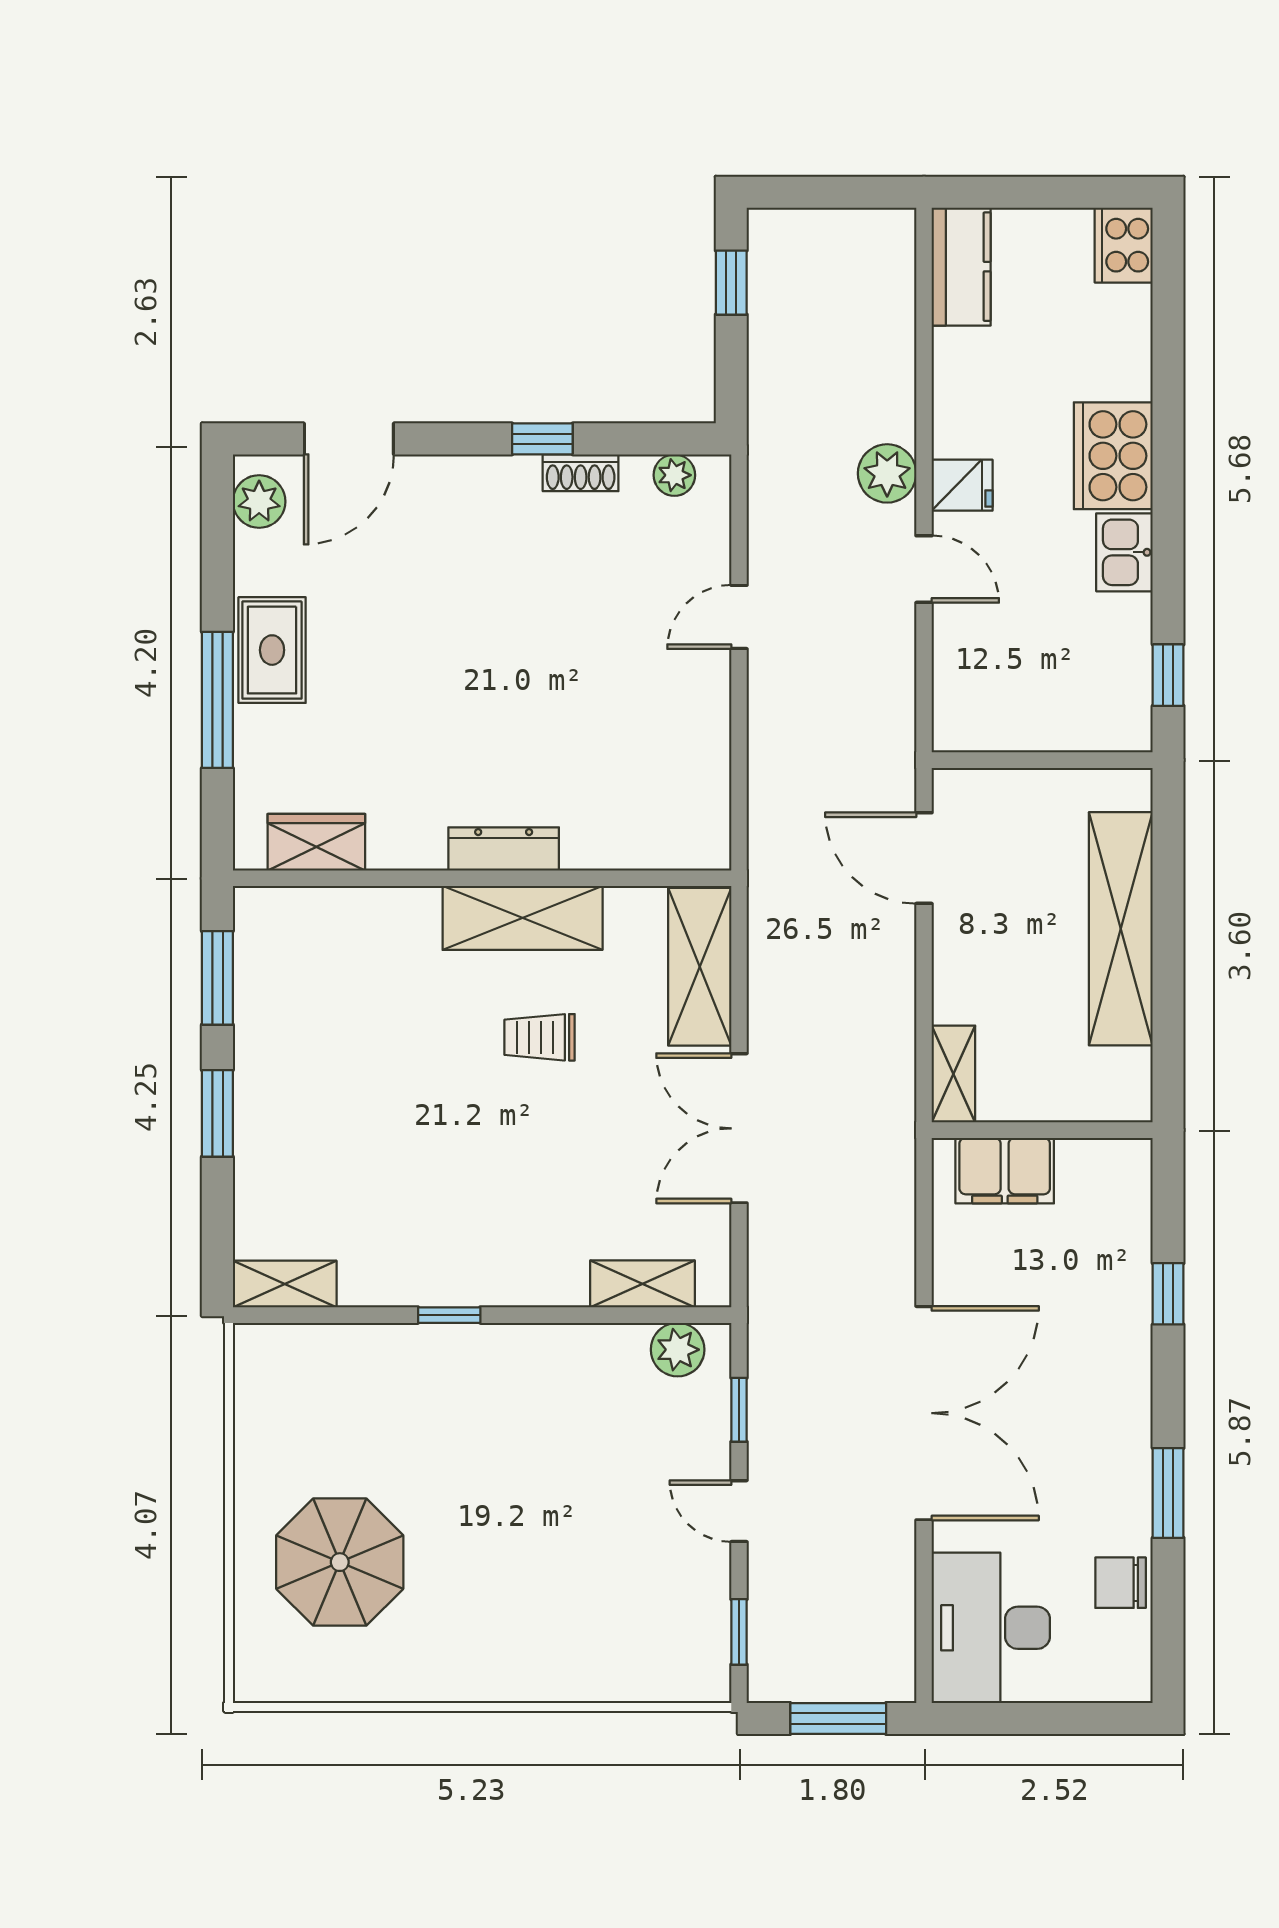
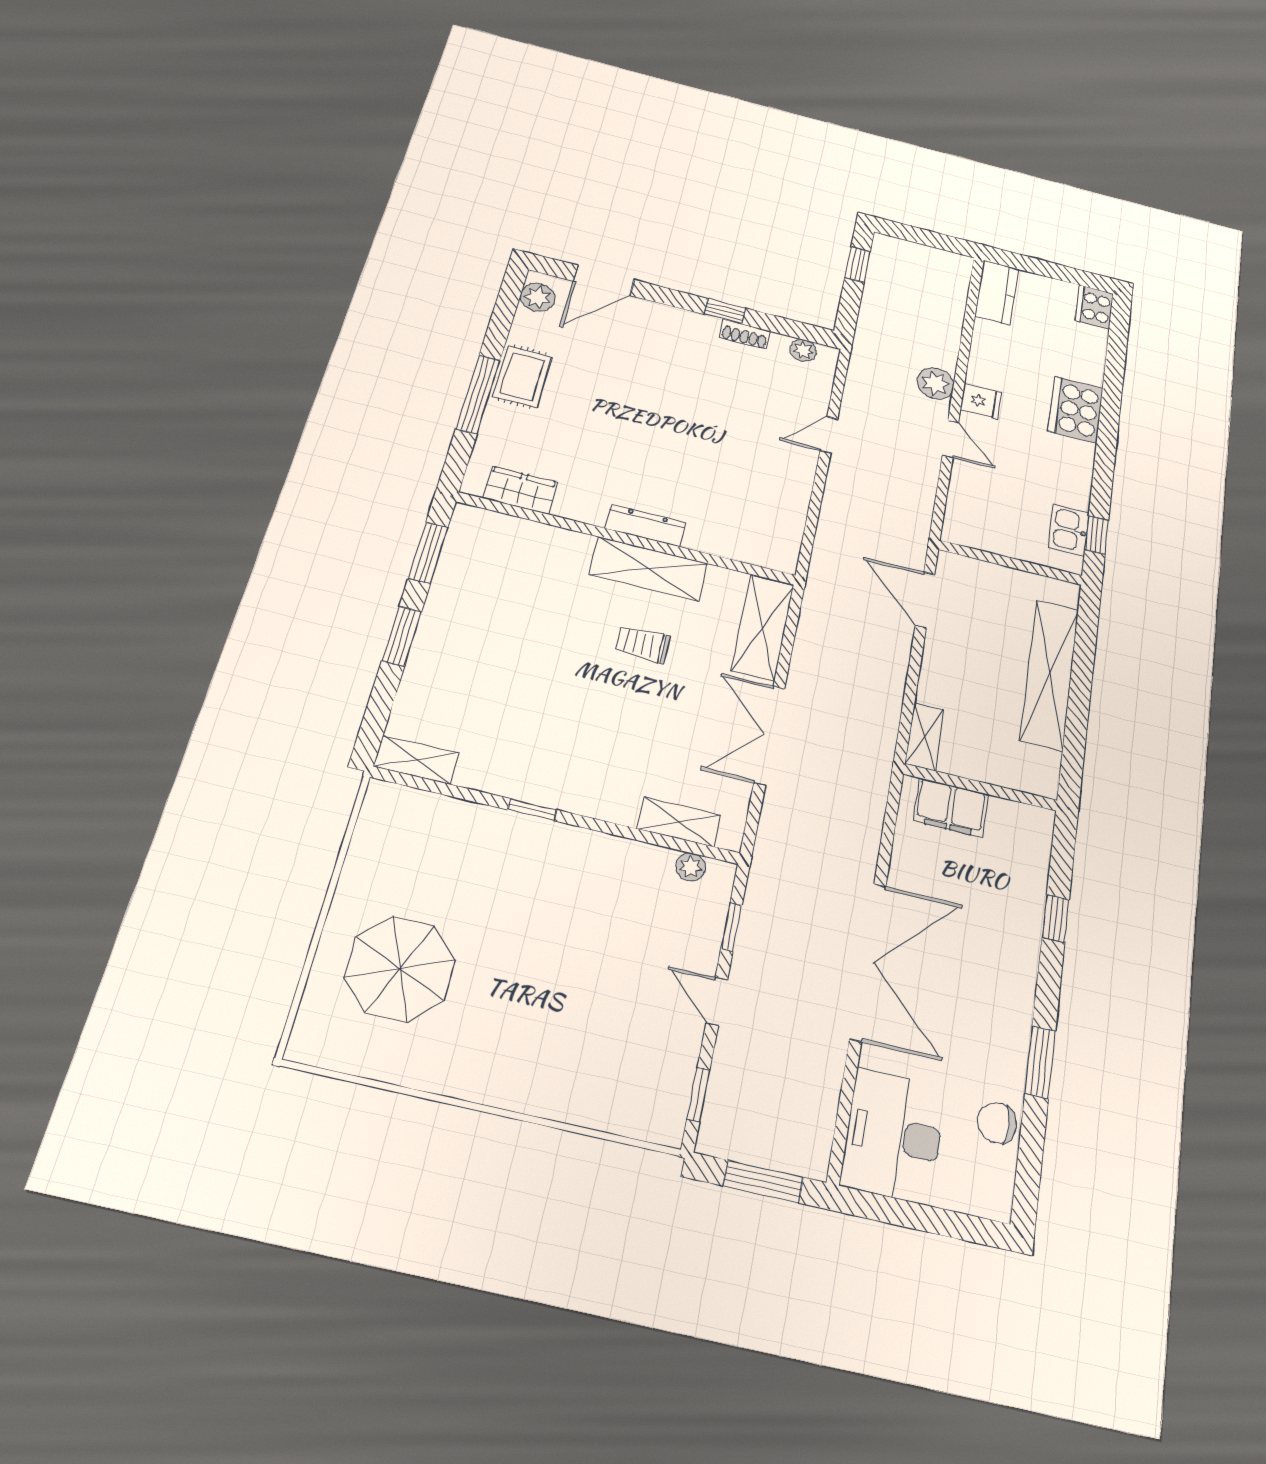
kitchen sink: (1124, 552) -> (1069, 530), moved
plant: (678, 1350) -> (691, 867), width x0.73, depth x0.73

